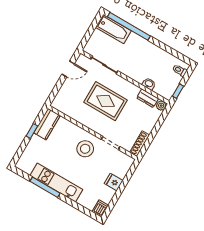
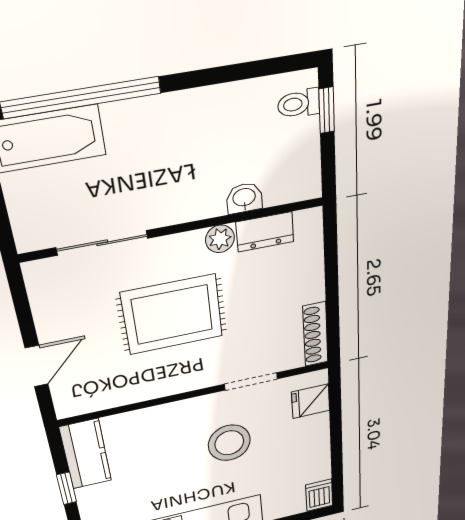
door: (68, 69) -> (37, 366), moved
window: (178, 91) -> (327, 110), moved
plant: (161, 106) -> (220, 239), moved
stool: (85, 149) -> (229, 443), moved
fridge: (114, 182) -> (311, 401), moved

